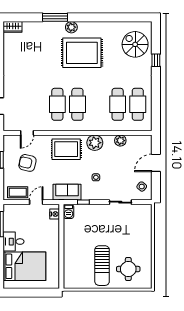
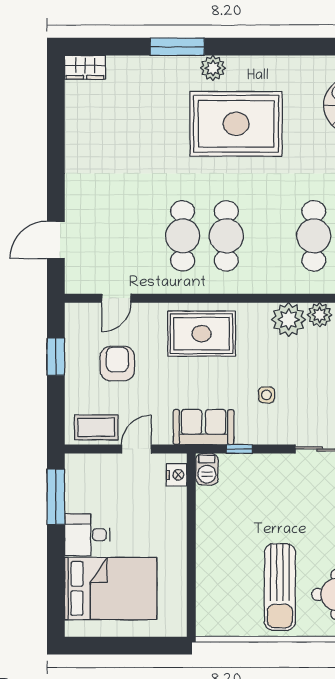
plant: (95, 143) -> (289, 320), moved
armchair: (27, 163) -> (117, 364), turned 77

